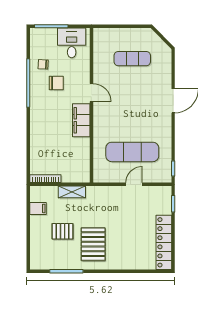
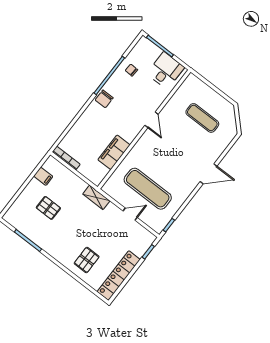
chair: (56, 83) -> (104, 99), moved, turned 90
filing cabinet: (81, 120) -> (114, 152), moved
shelving: (72, 192) -> (96, 197), moved
pallet: (93, 244) -> (87, 260), moved, width x0.67, depth x0.71

